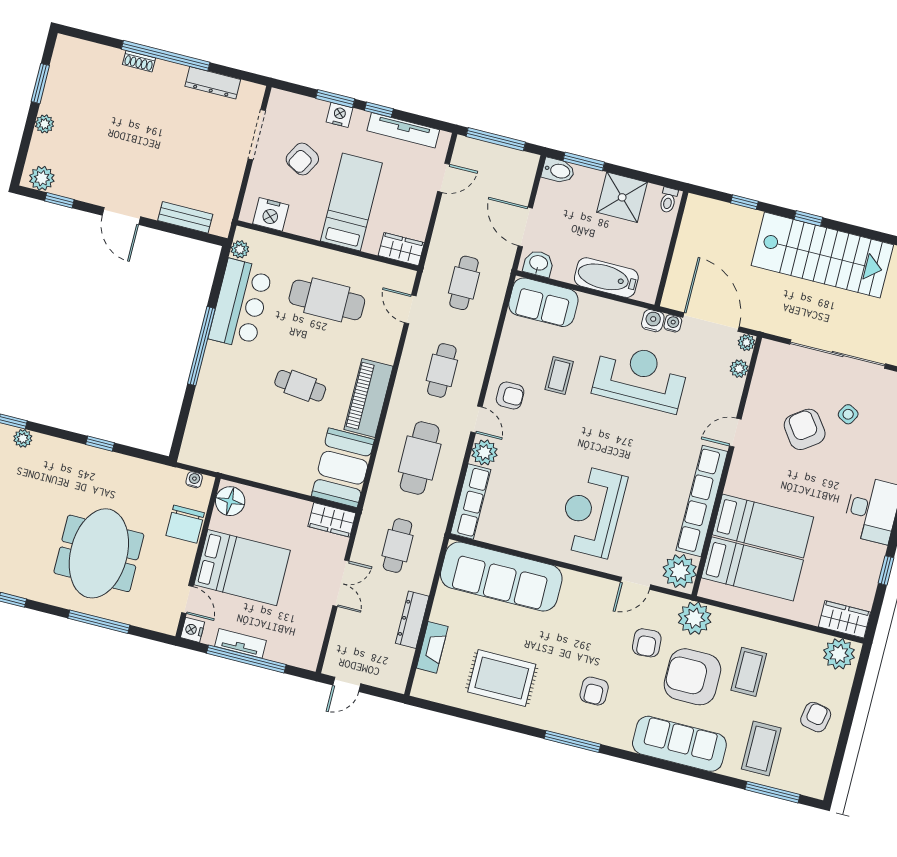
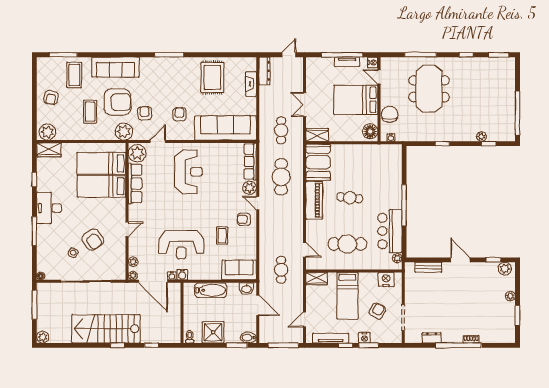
dresser: (213, 83) -> (432, 338), width x0.70
cafe table: (442, 370) -> (281, 223), removed
row of seats: (702, 501) -> (135, 183), width x0.73
dresser: (412, 620) -> (264, 71), moved
rug: (502, 678) -> (212, 77), turned 90
armchair: (594, 691) -> (180, 114), moved

